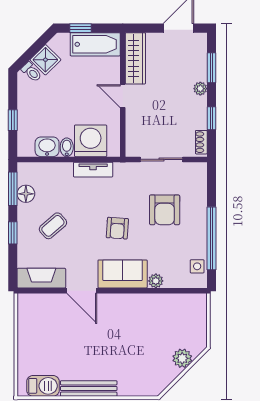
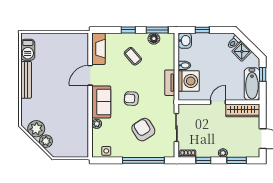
washbasin: (47, 147) -> (185, 41), moved
armchair: (165, 210) -> (143, 130), turned 58
window: (212, 238) -> (143, 160), moved
plant: (163, 373) -> (36, 129), added

